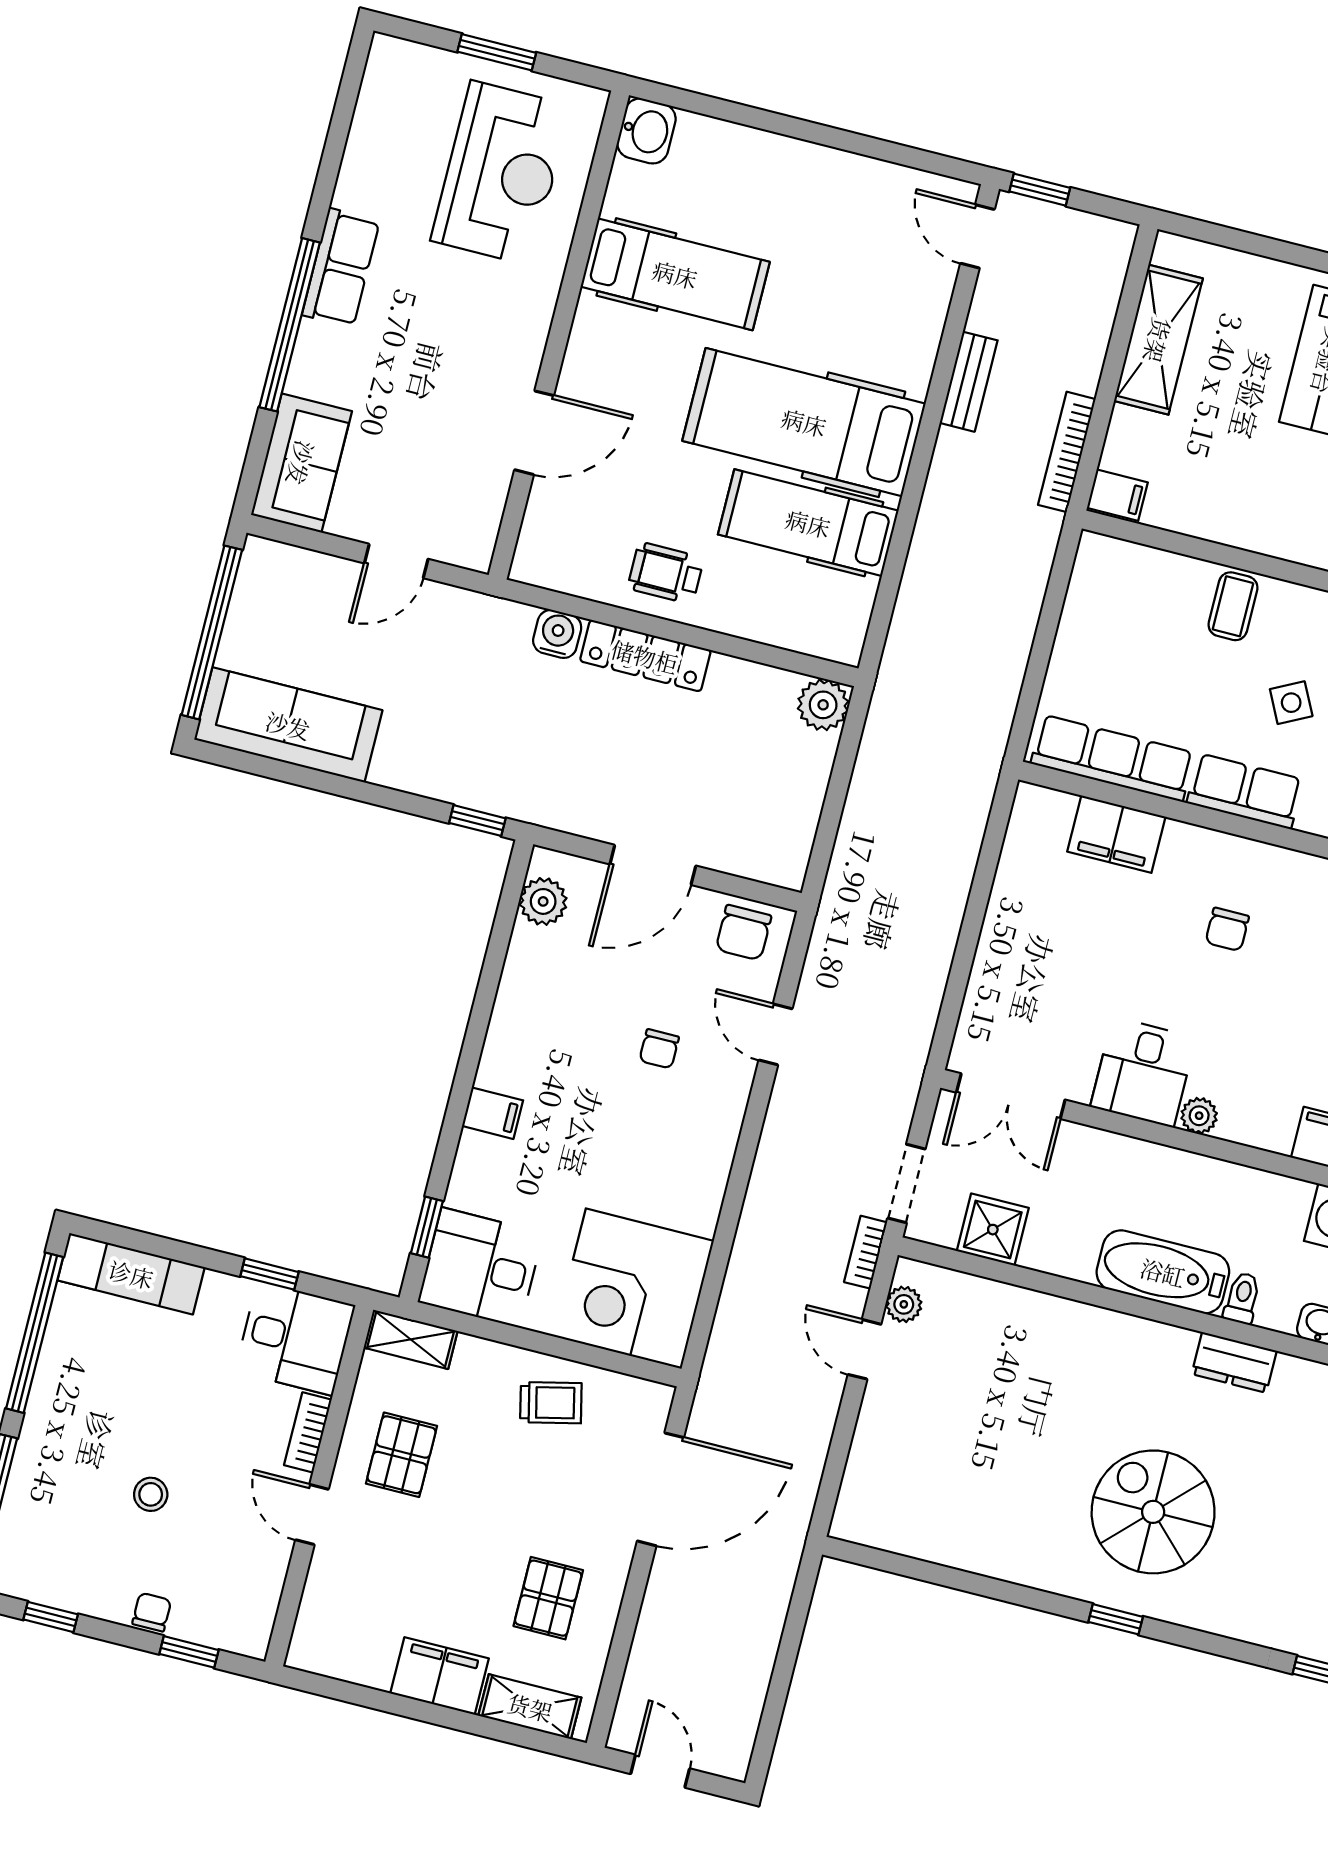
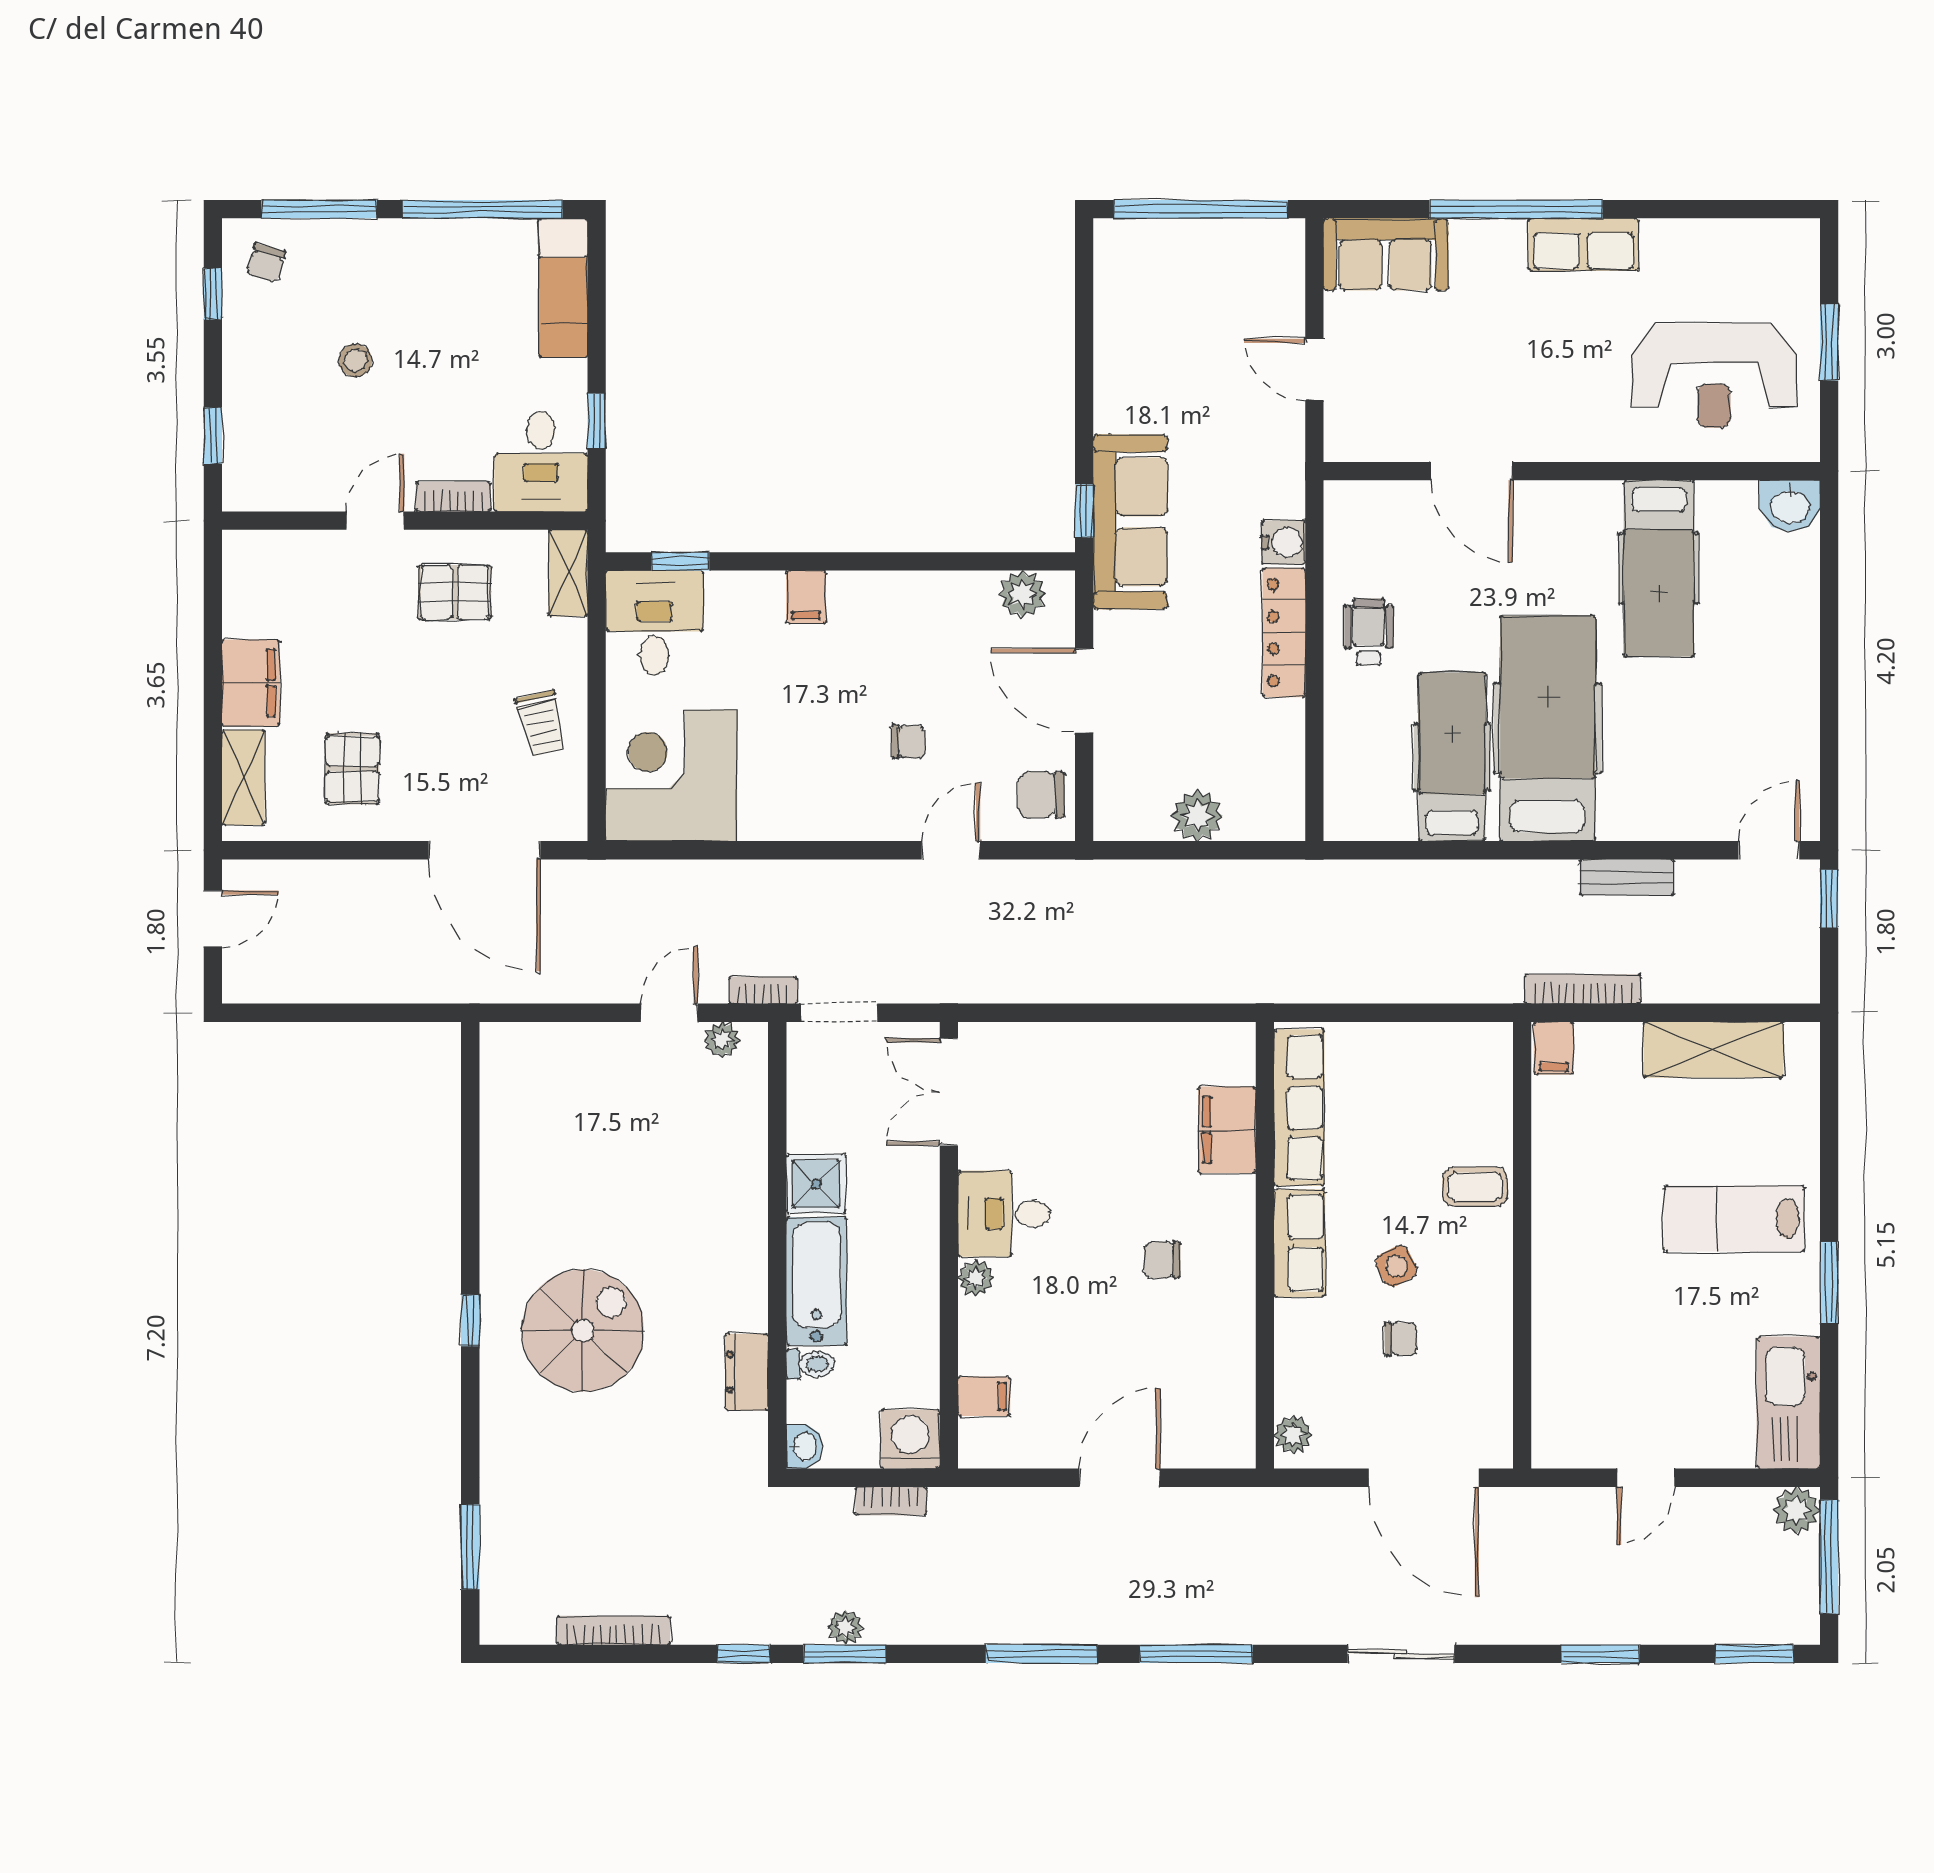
plant: (823, 705) -> (1197, 816), moved
sofa: (288, 725) -> (1130, 522), moved
chair: (659, 1049) -> (909, 742), turned 180
shower: (993, 1230) -> (816, 1184), moved
pallet: (548, 1598) -> (352, 769), turned 90
chair: (152, 1612) -> (266, 263), moved, turned 106

